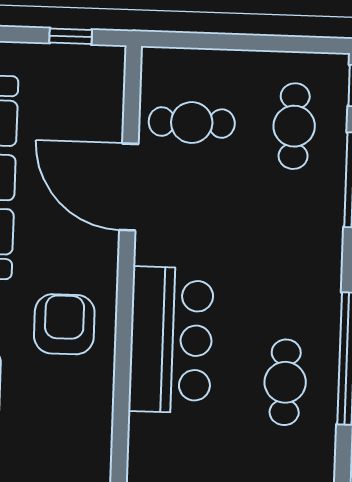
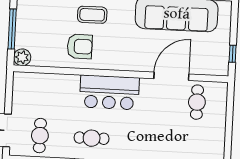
cafe table: (294, 126) -> (195, 143), removed
armchair: (64, 324) -> (80, 46), moved

